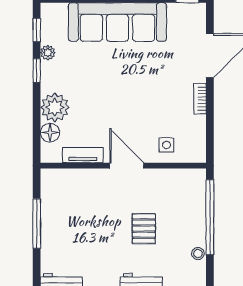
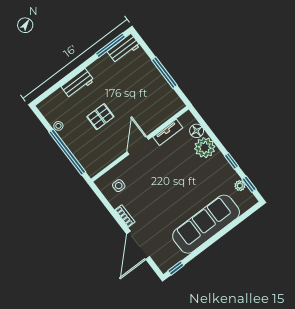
plant: (48, 53) -> (240, 186), moved
side table: (166, 145) -> (119, 186), moved
door: (127, 166) -> (138, 145), swing flipped
pallet: (144, 229) -> (100, 117), turned 90

